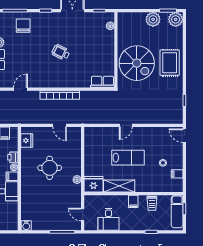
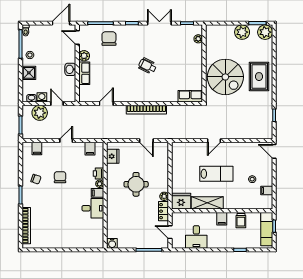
locker: (76, 194) -> (164, 211), added

